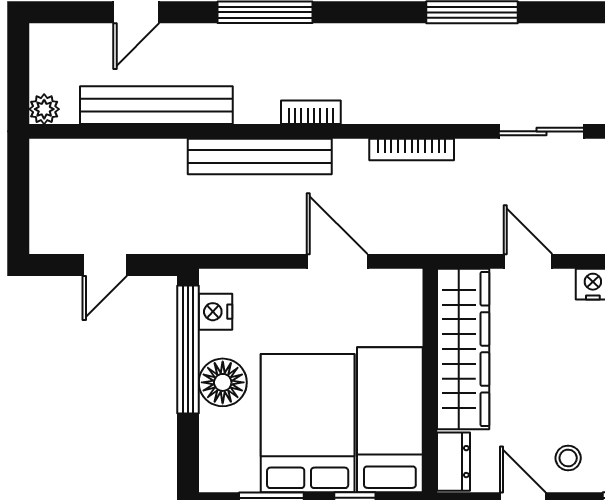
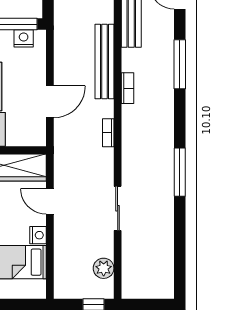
bookcase: (412, 149) -> (108, 133), width x0.64
door: (528, 261) -> (50, 201), swing flipped

